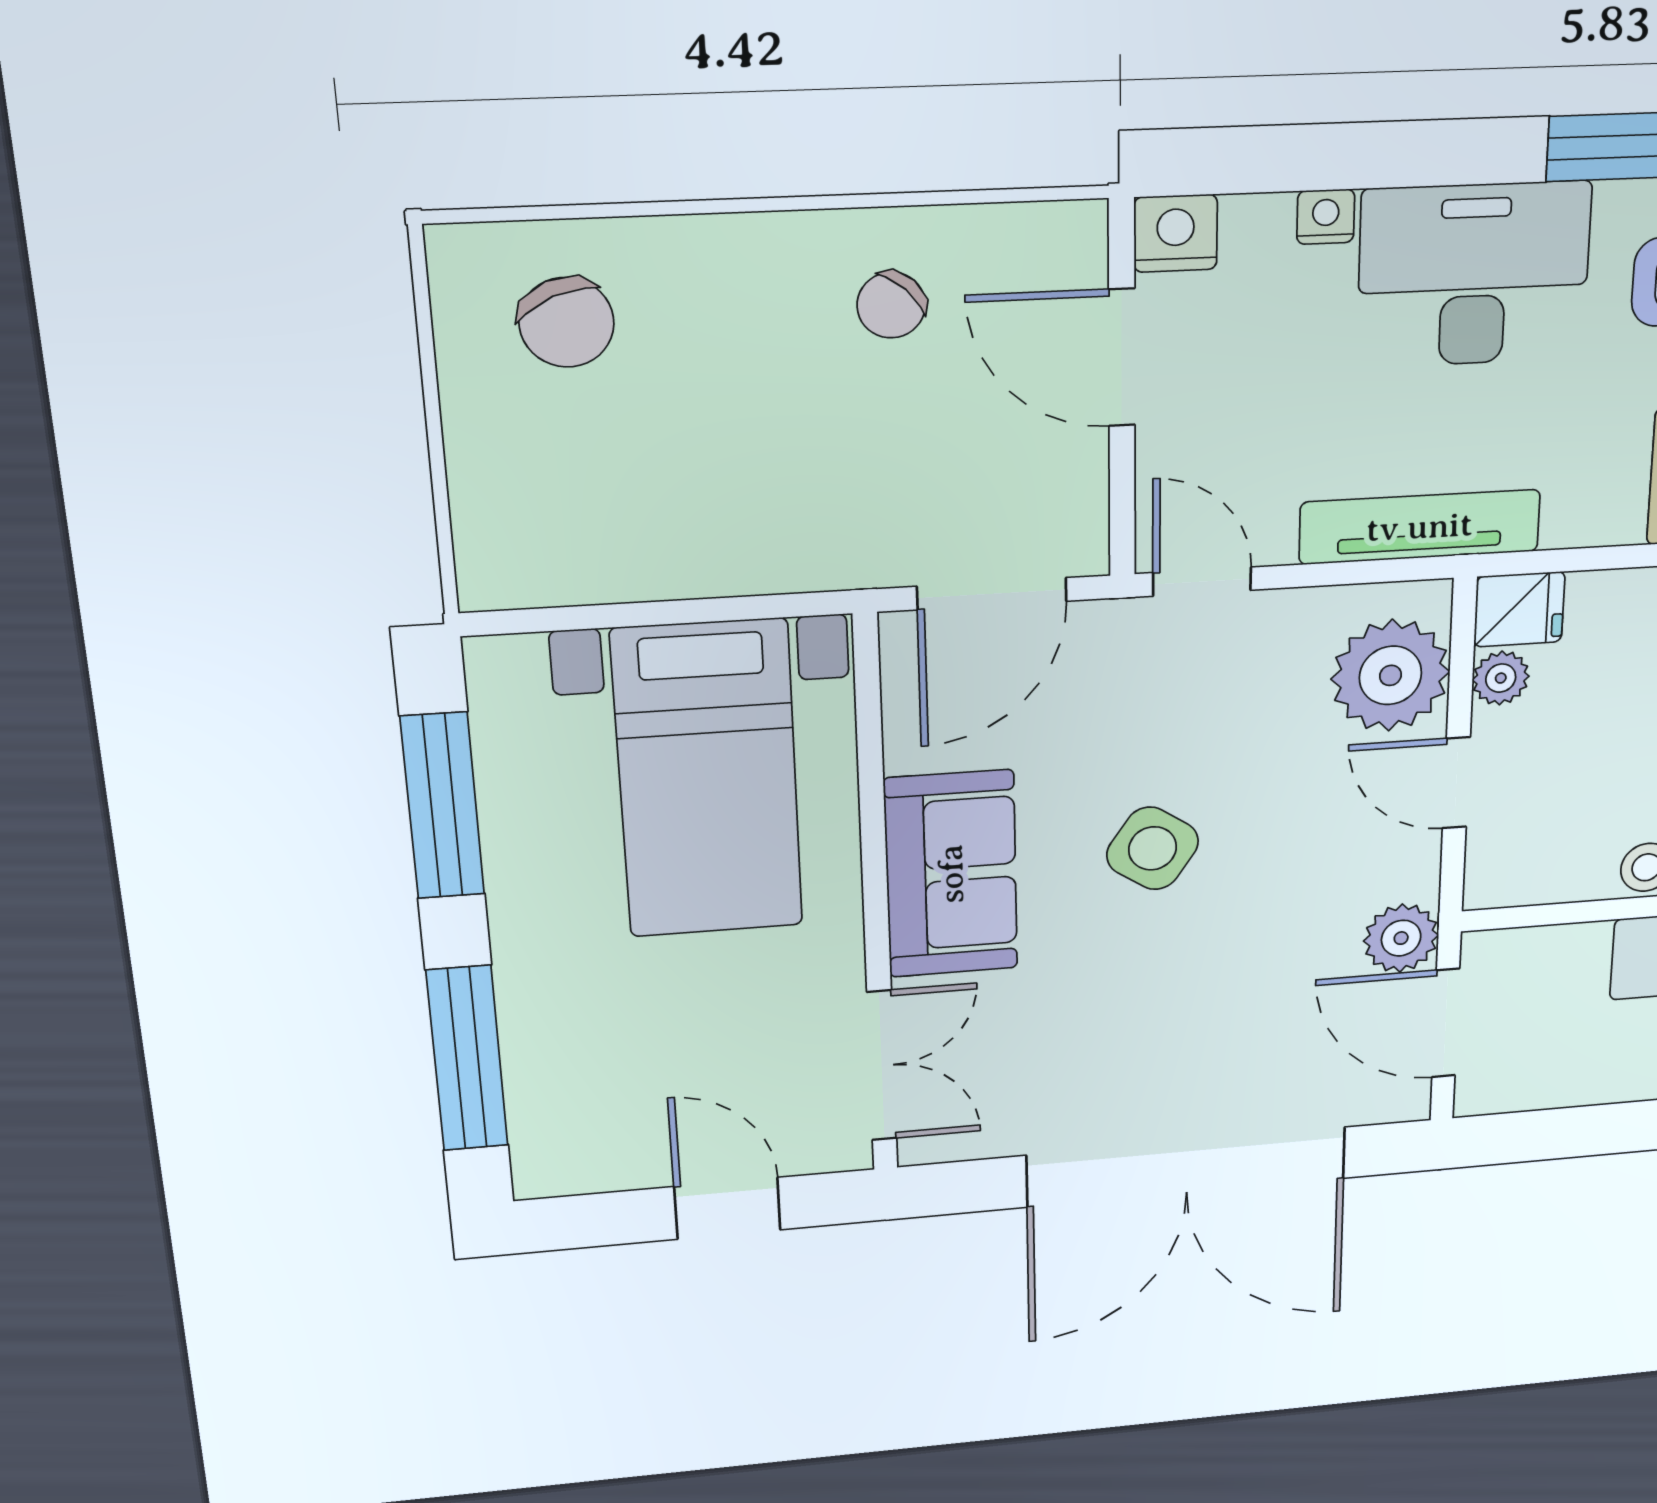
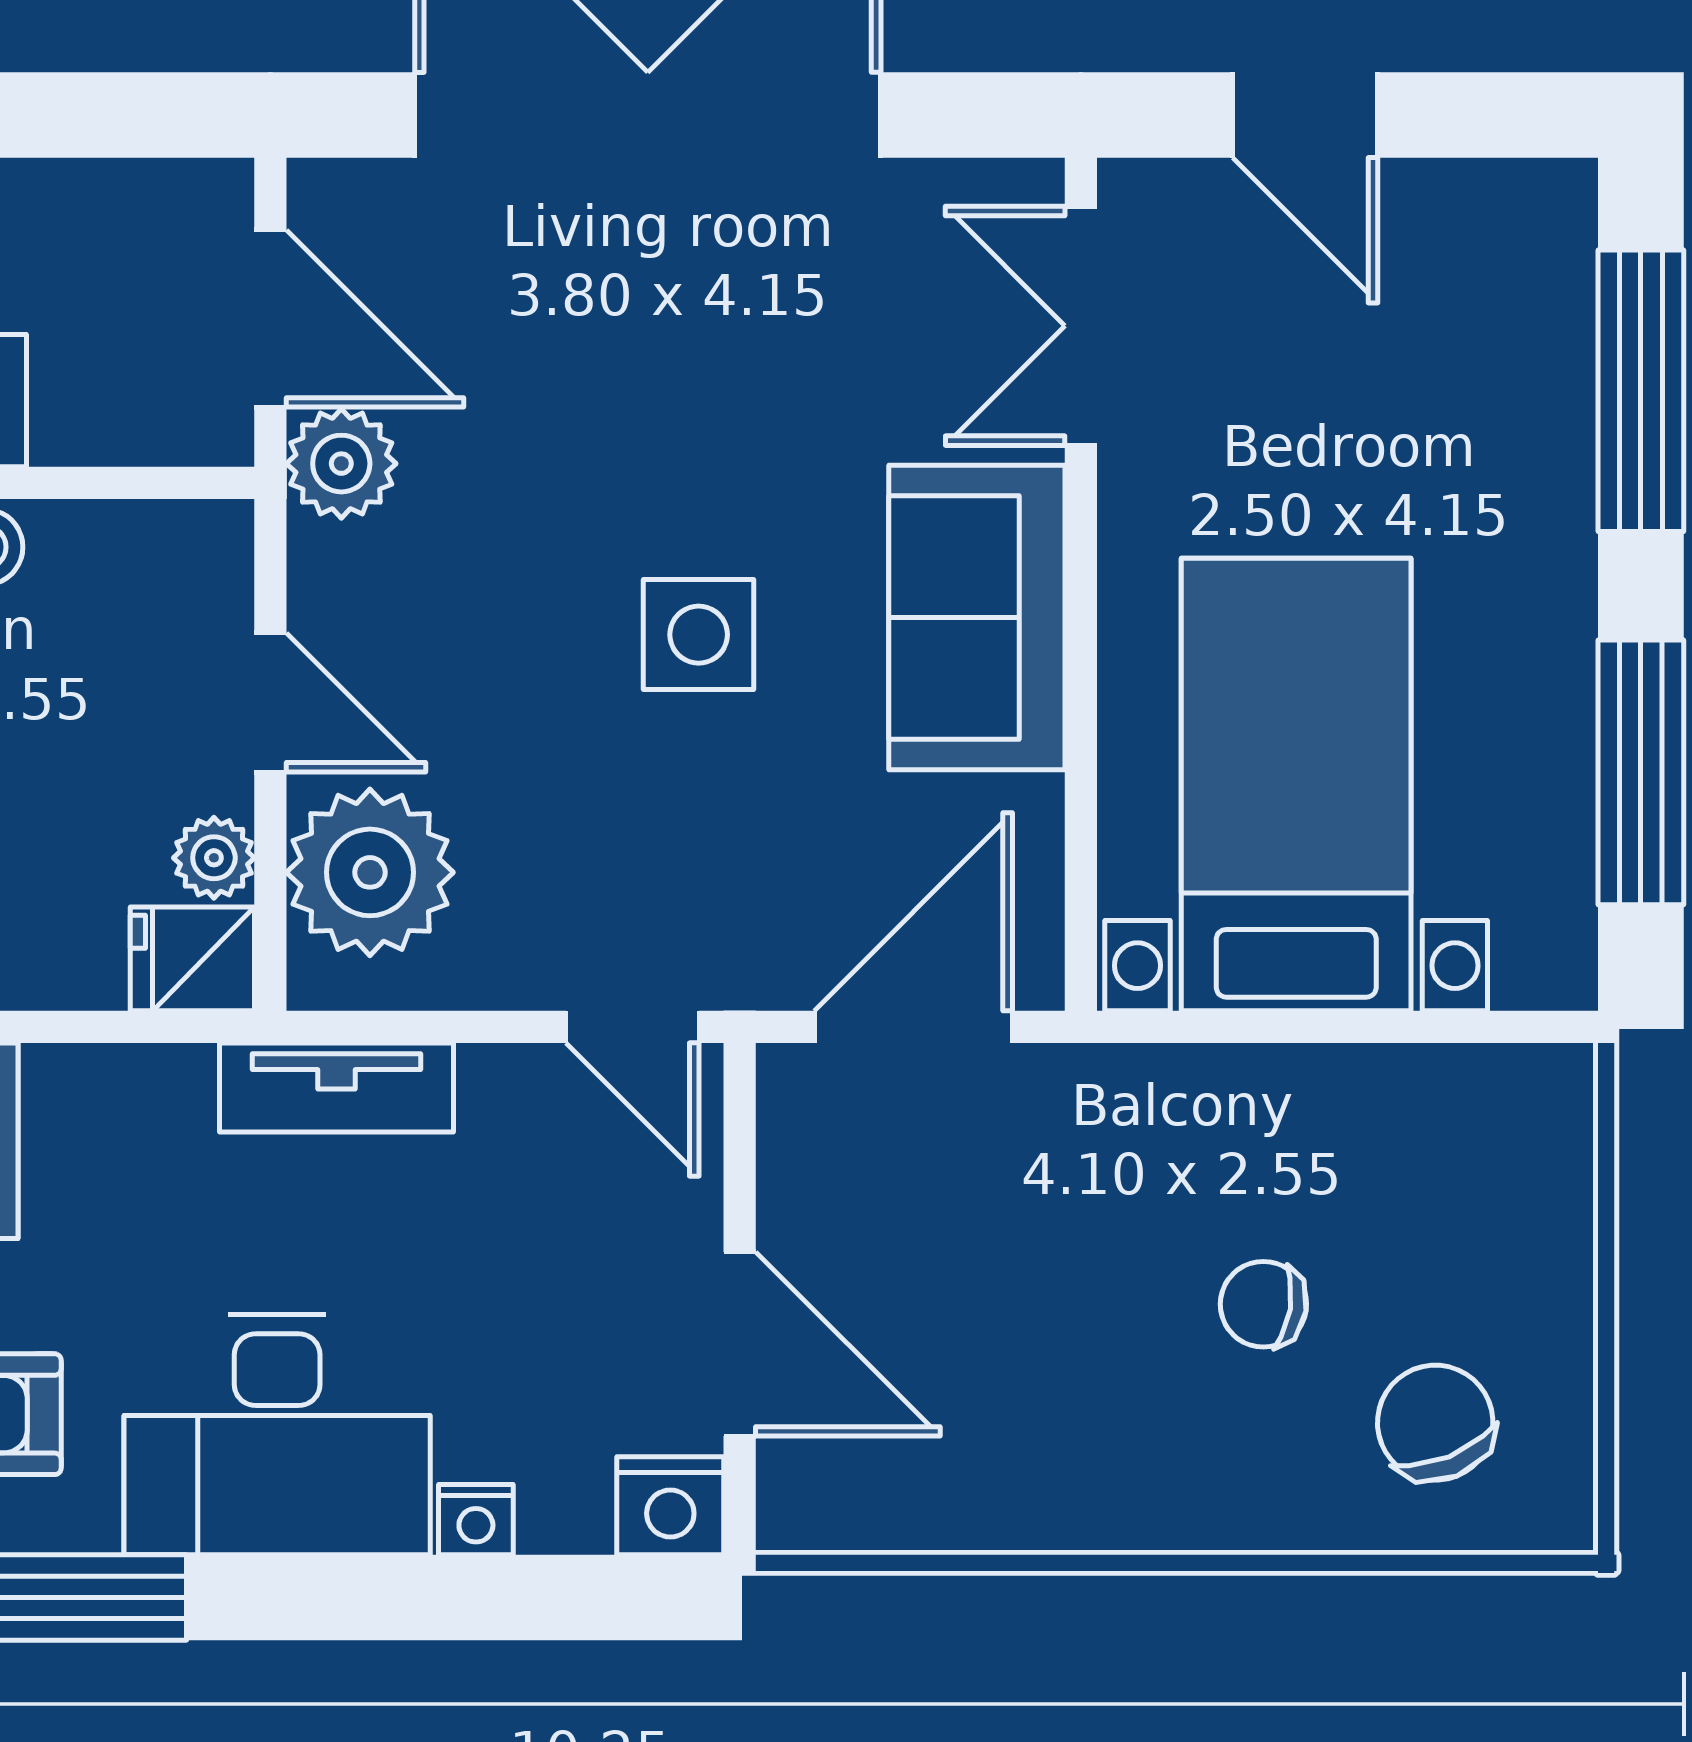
chair: (891, 305) -> (1263, 1304), moved, turned -125
tv unit: (1420, 527) -> (336, 1087), width x0.71
side table: (1153, 848) -> (699, 635), turned -34

